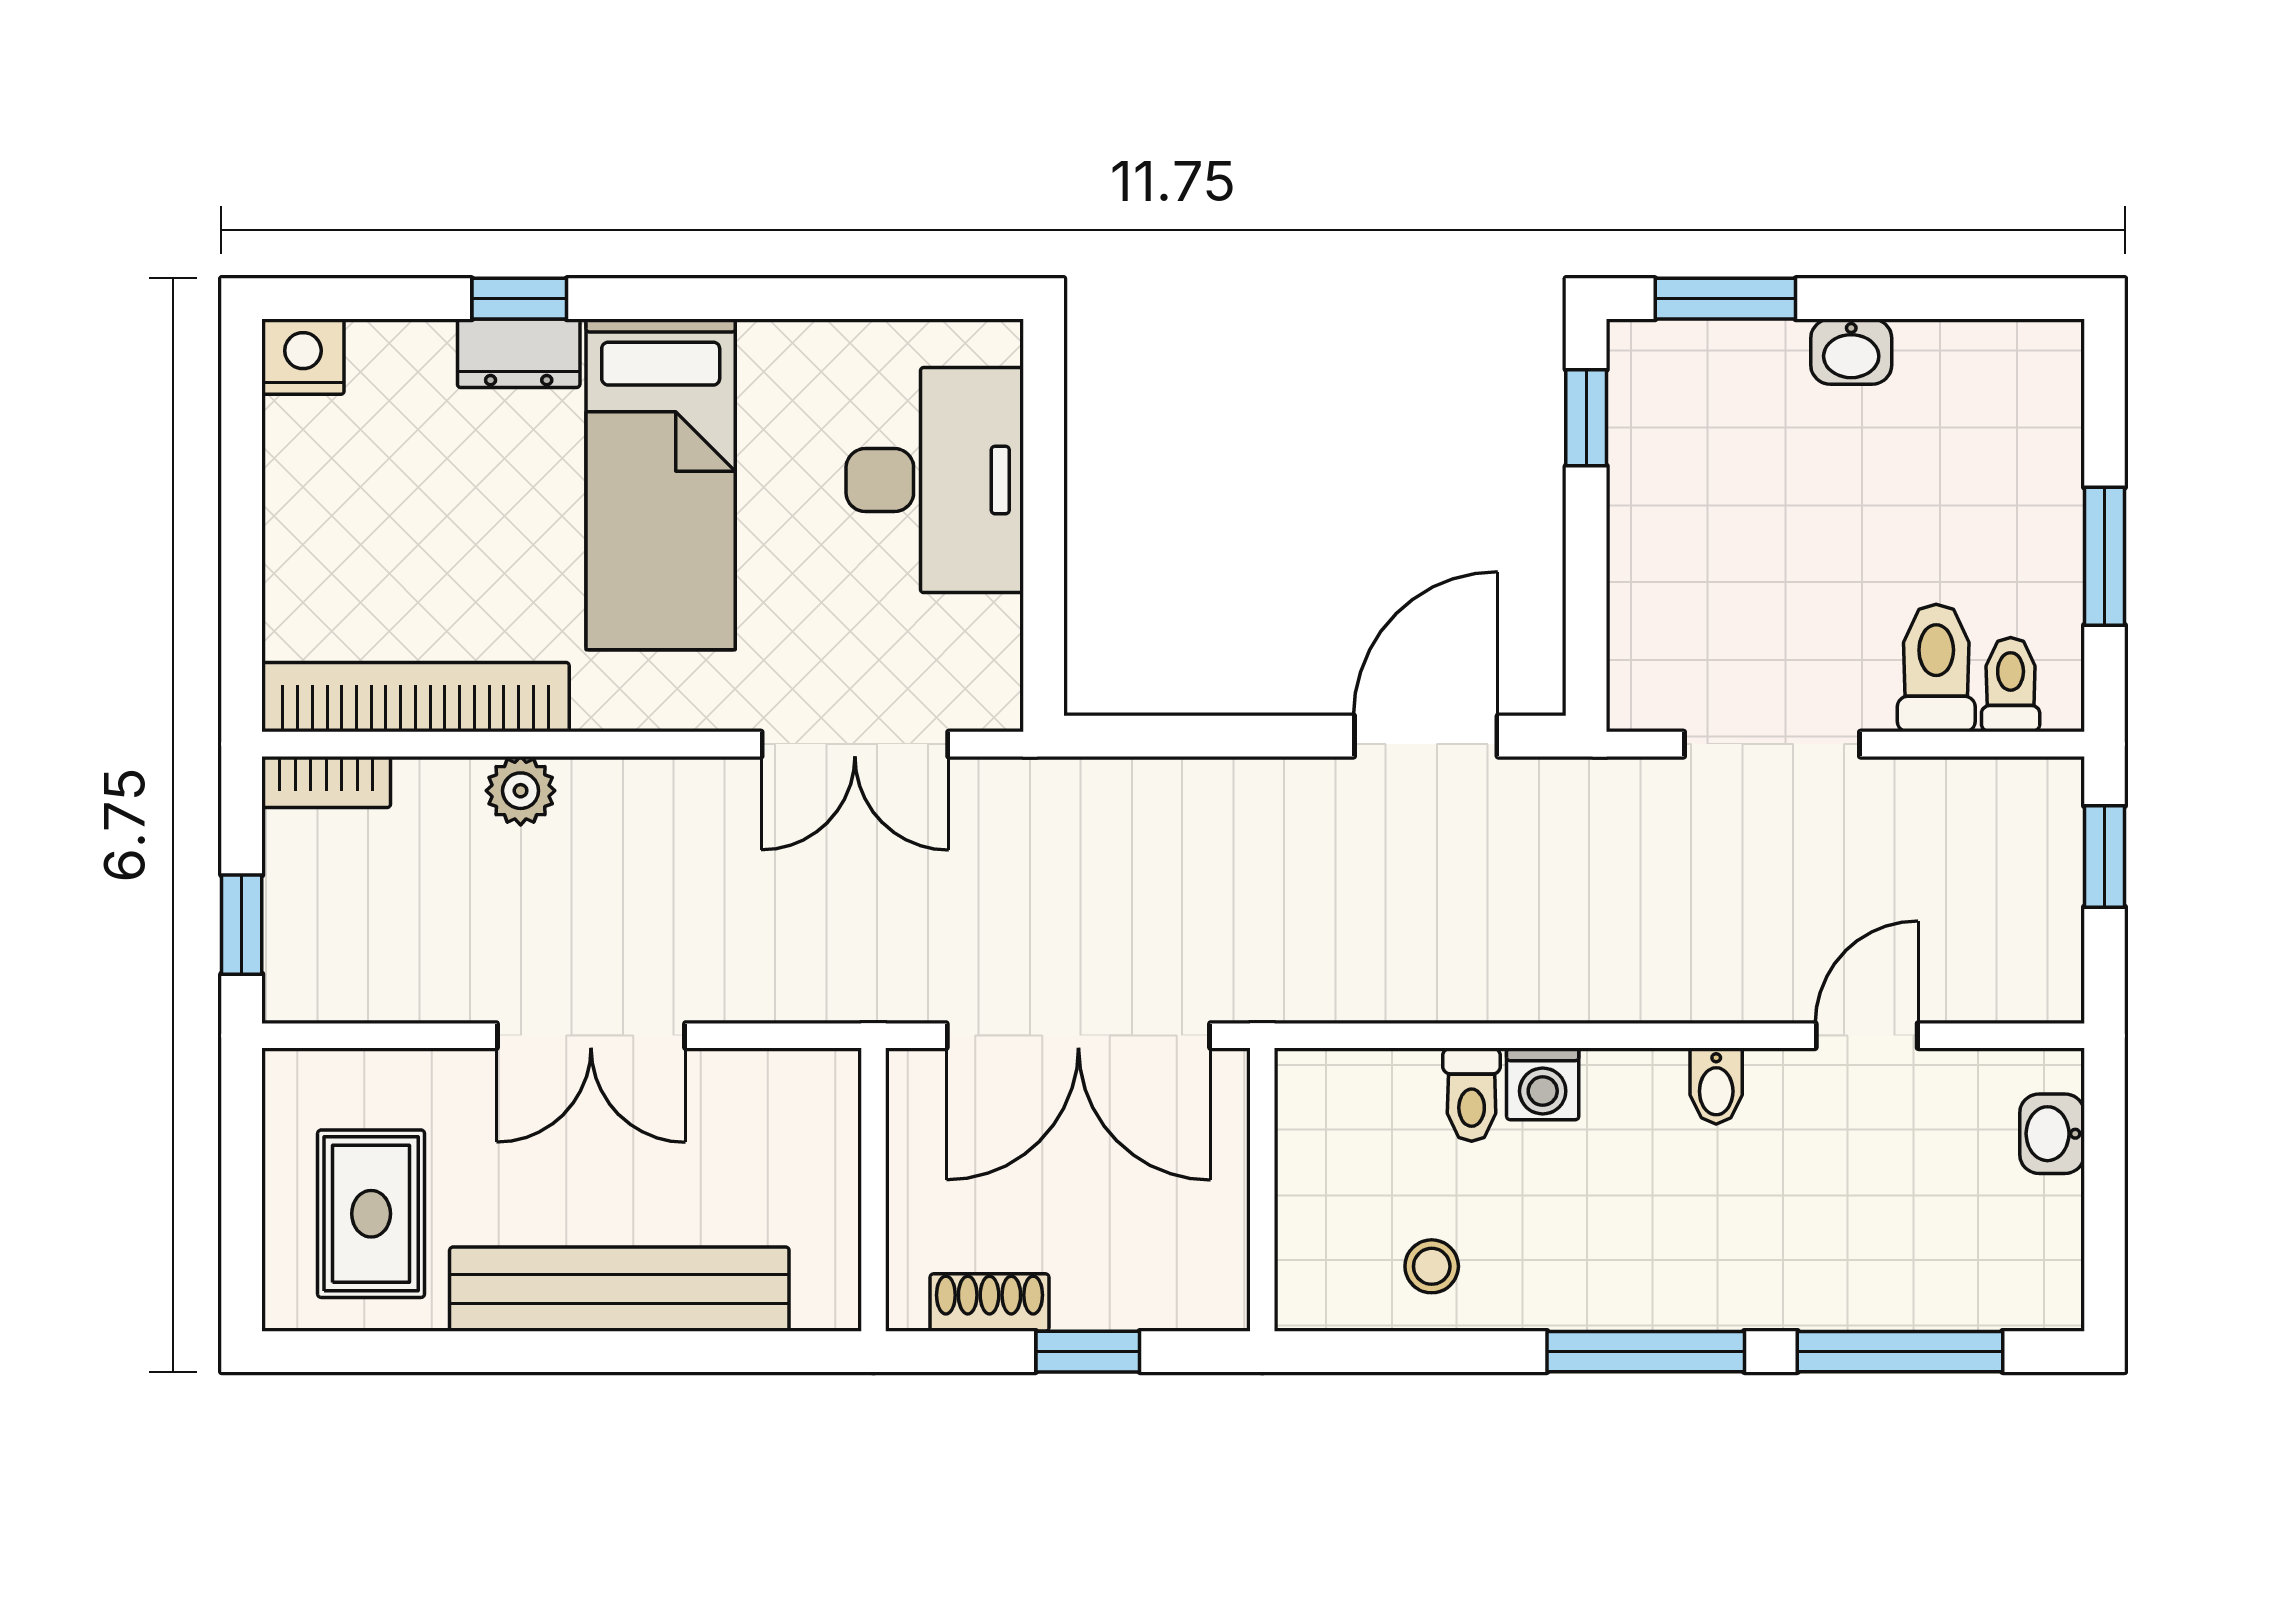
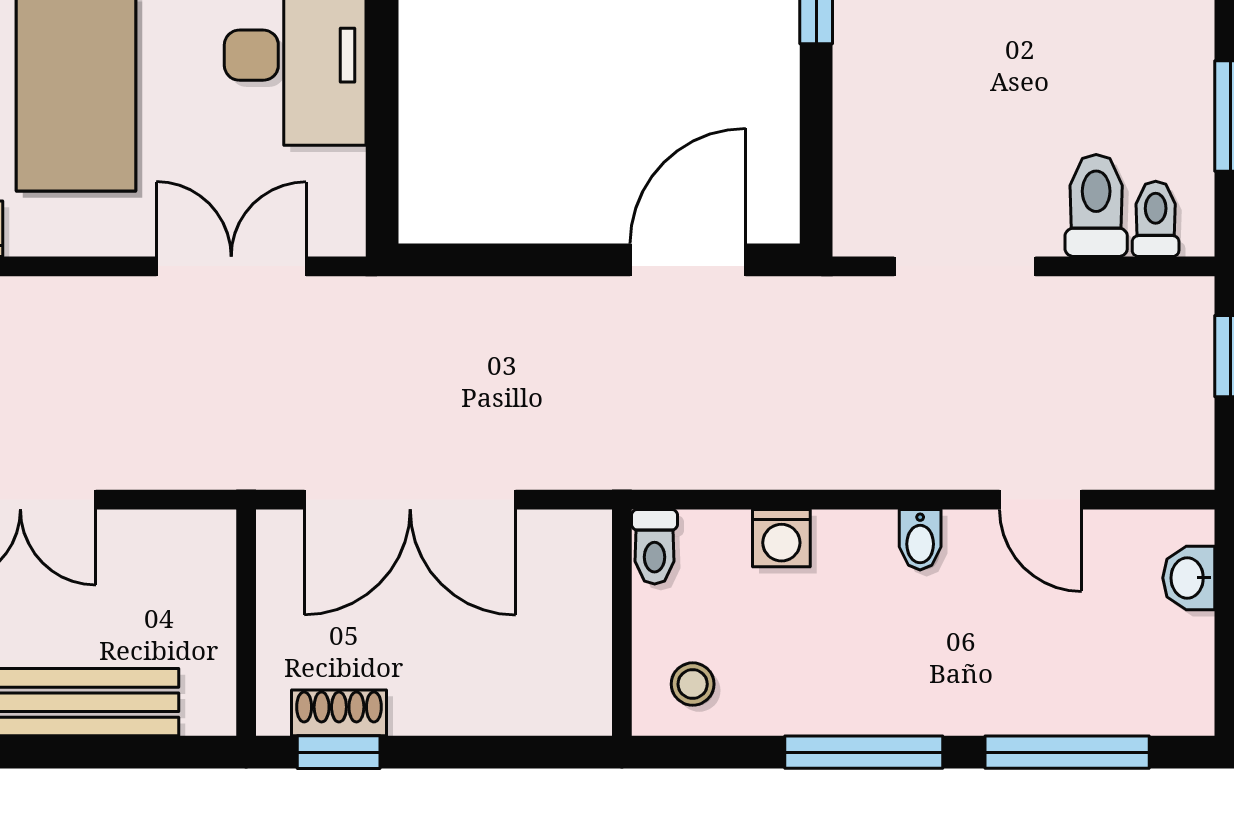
double door: (855, 744) -> (231, 266), swing flipped
door: (1867, 1036) -> (1041, 500), swing flipped
toilet: (1472, 1095) -> (655, 547), moved
wall: (1262, 1190) -> (622, 623), moved
window: (1088, 1352) -> (339, 752), moved

